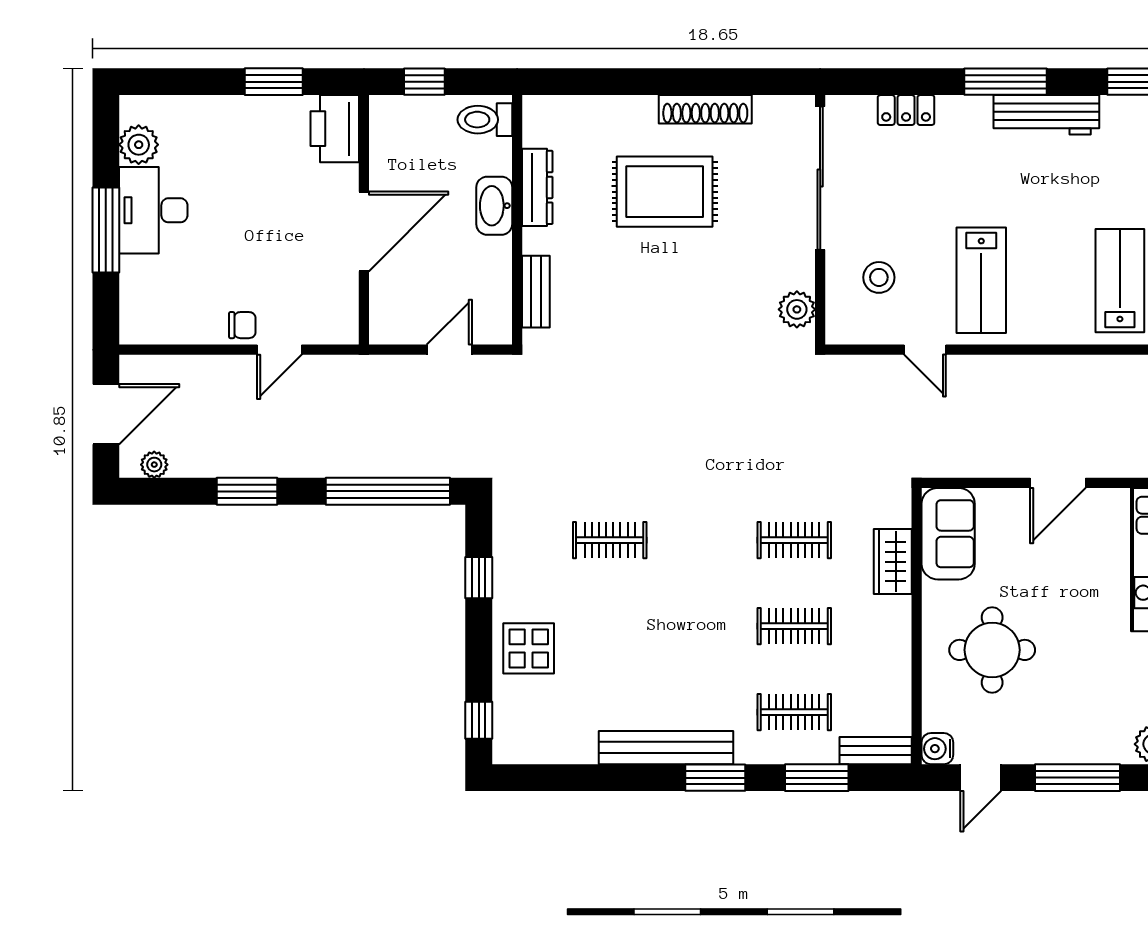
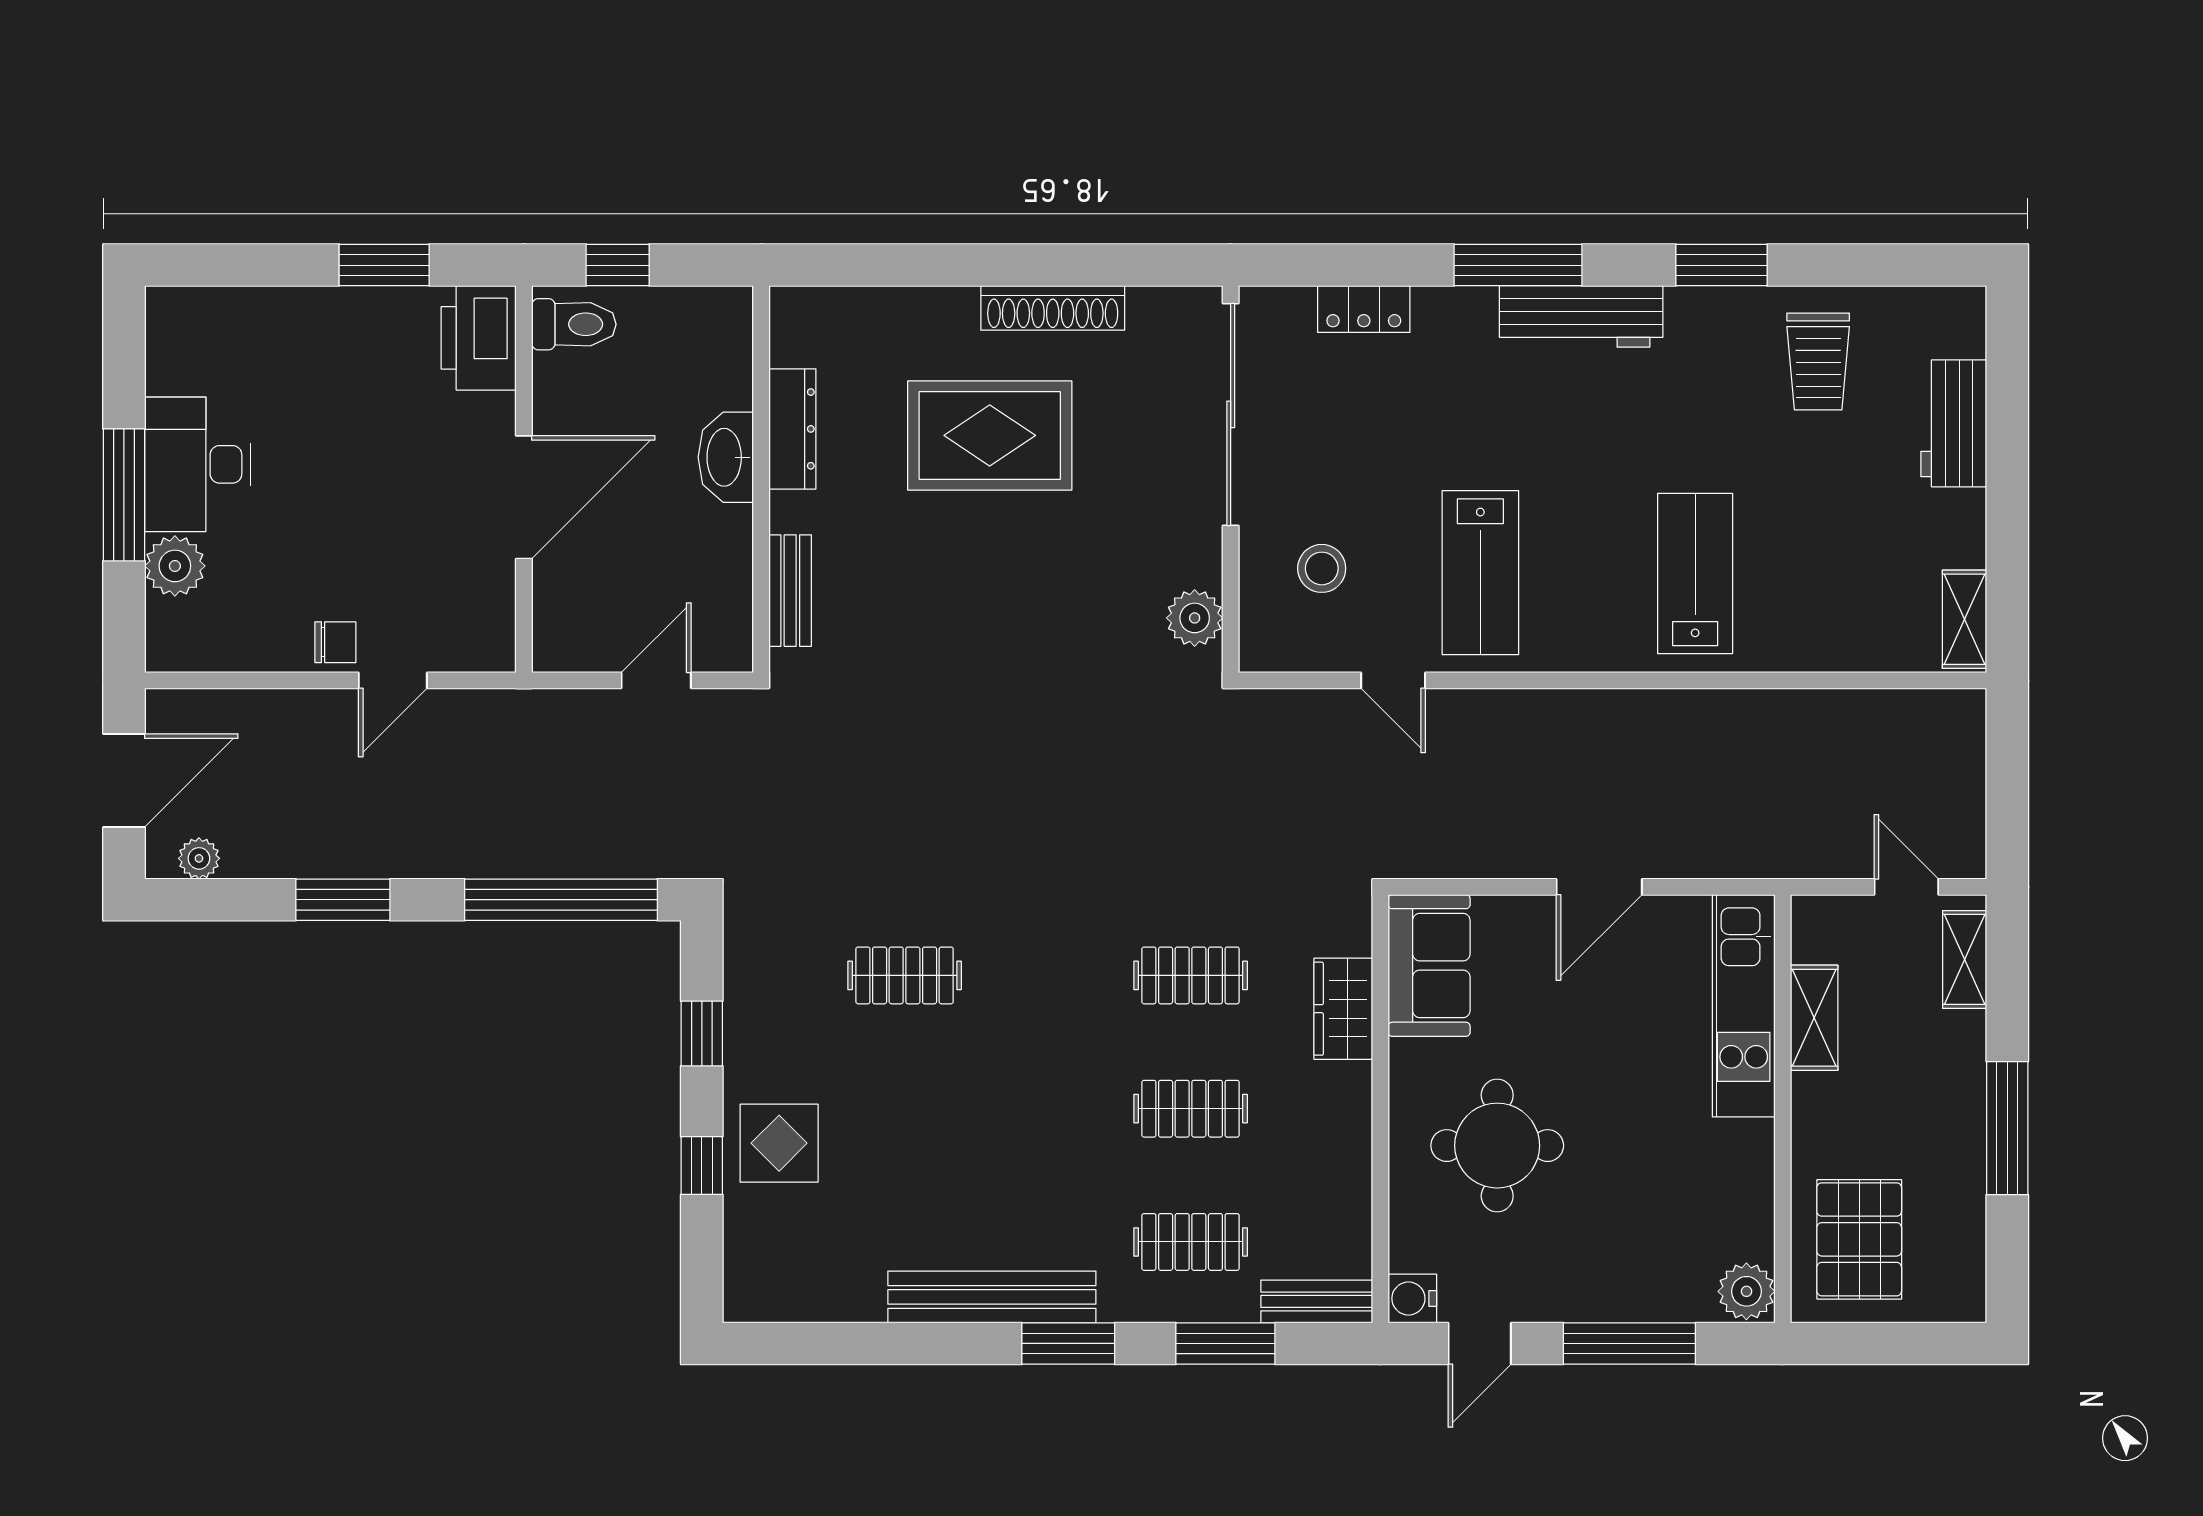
toilet: (485, 120) -> (574, 324), moved, turned 180
plant: (139, 145) -> (175, 566), moved
window: (479, 720) -> (702, 1165), moved

